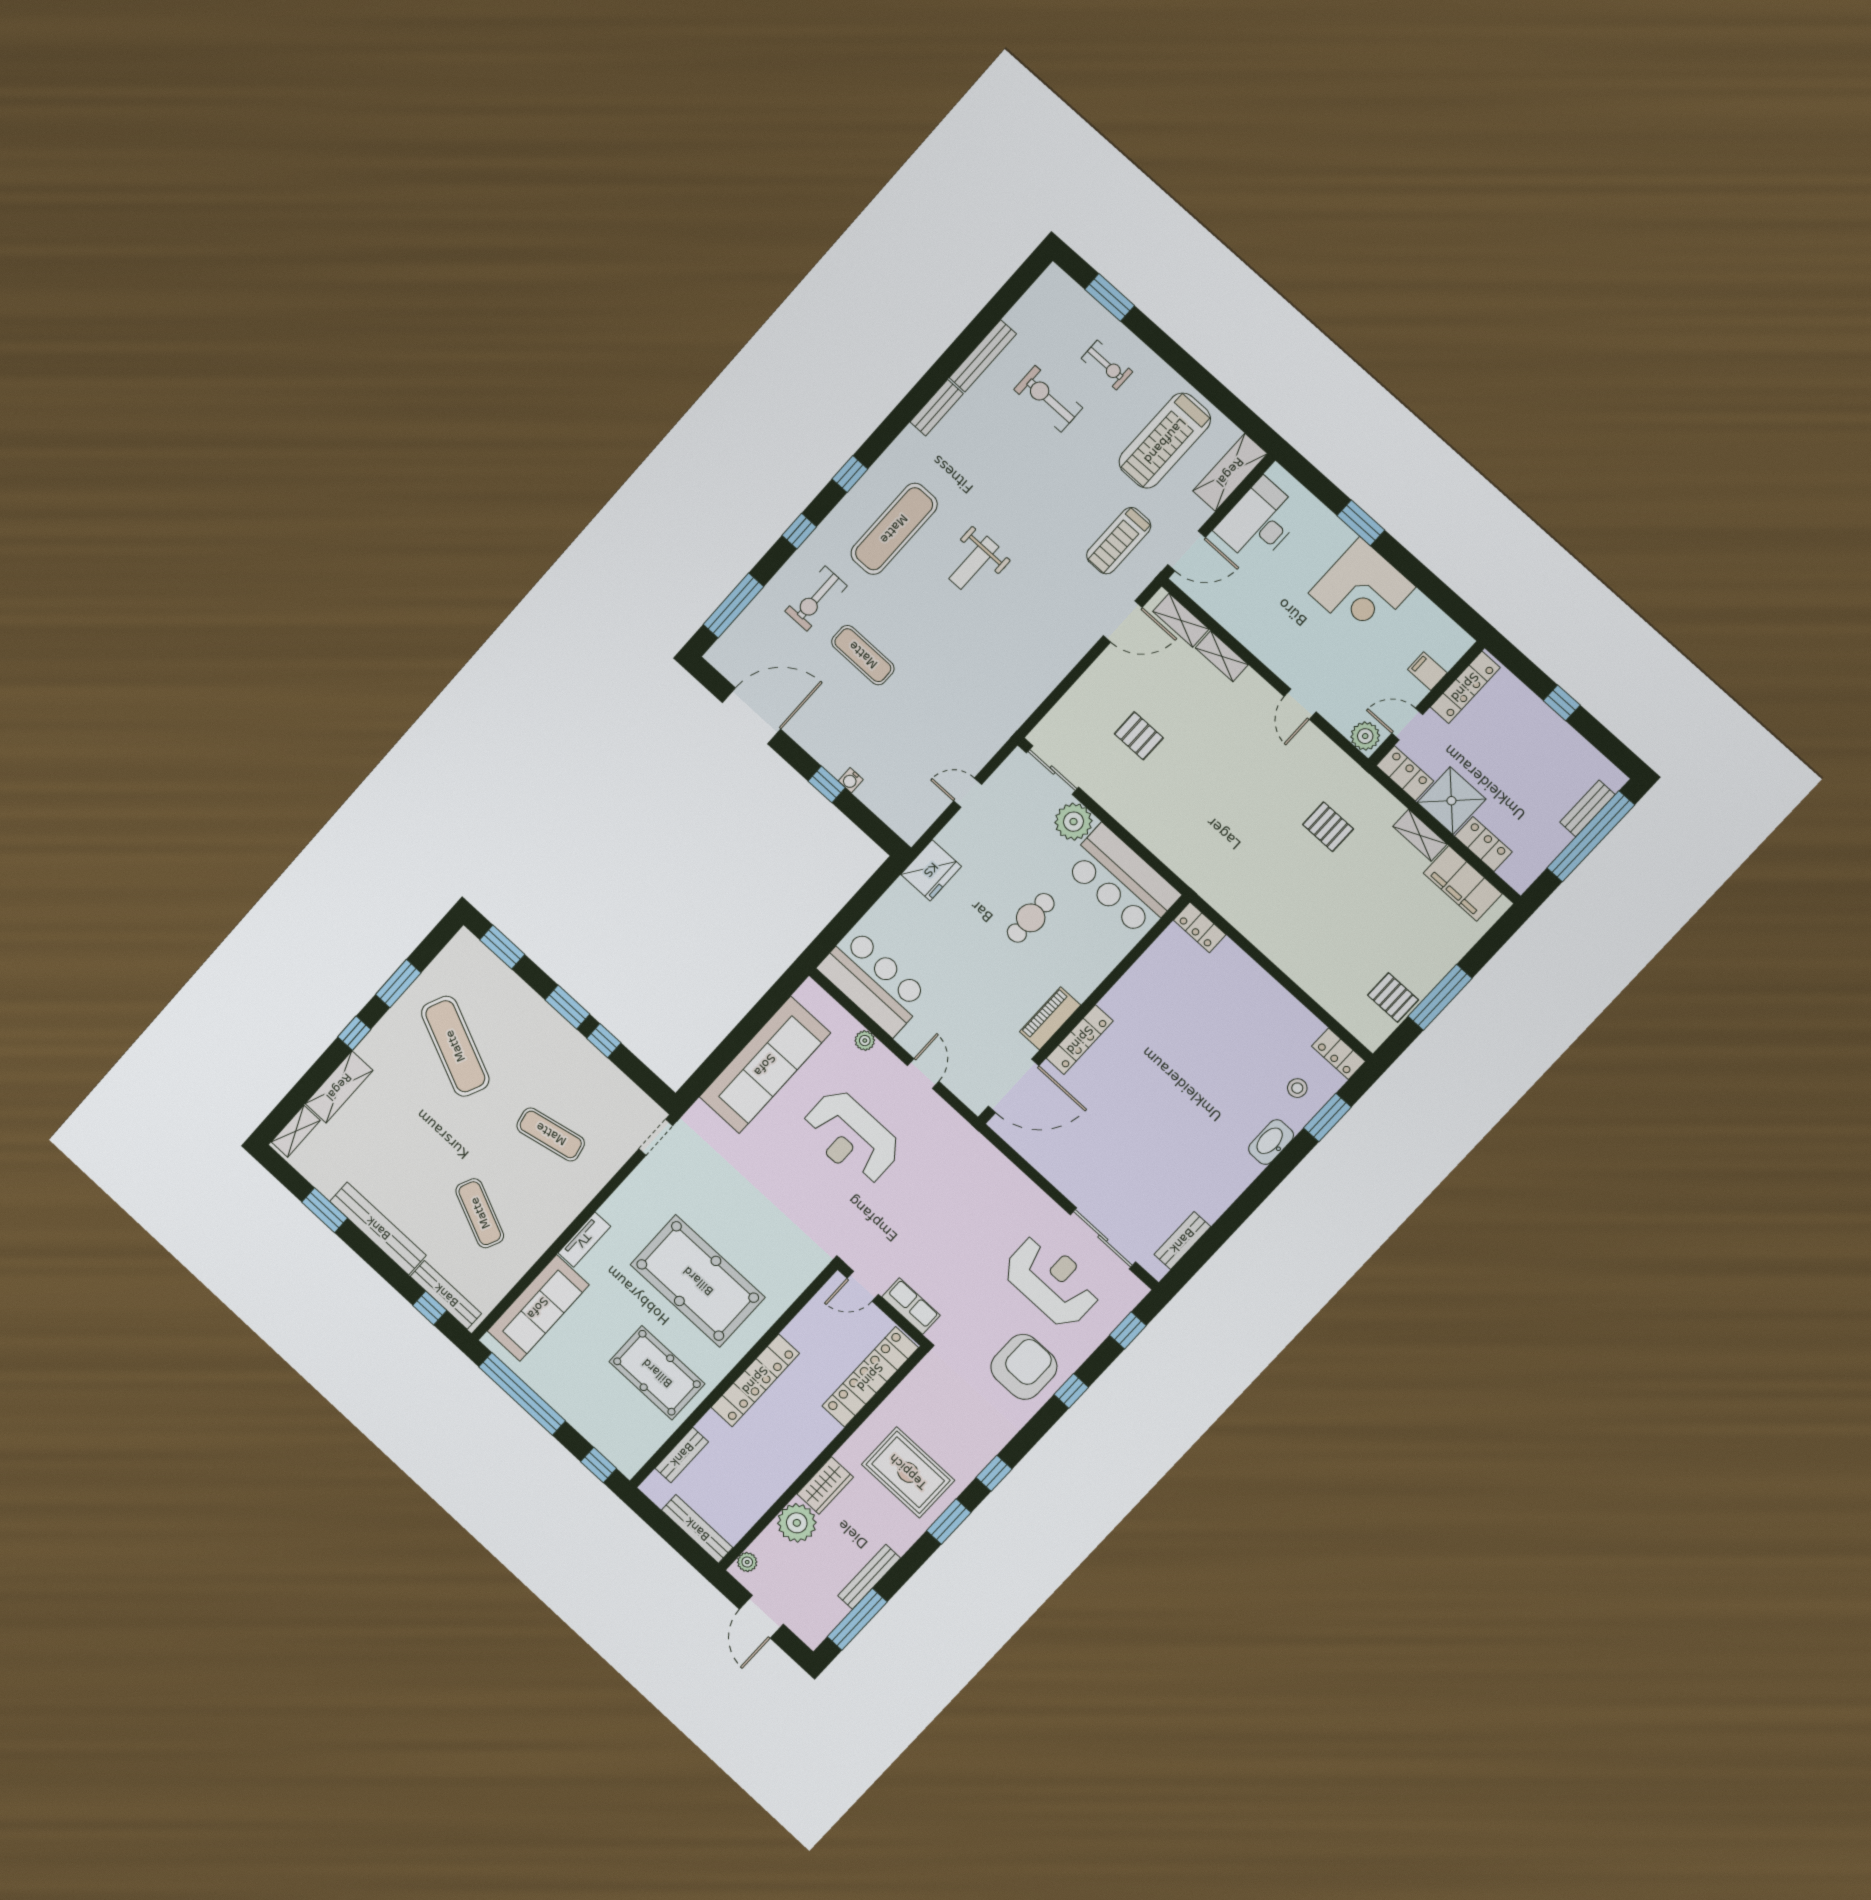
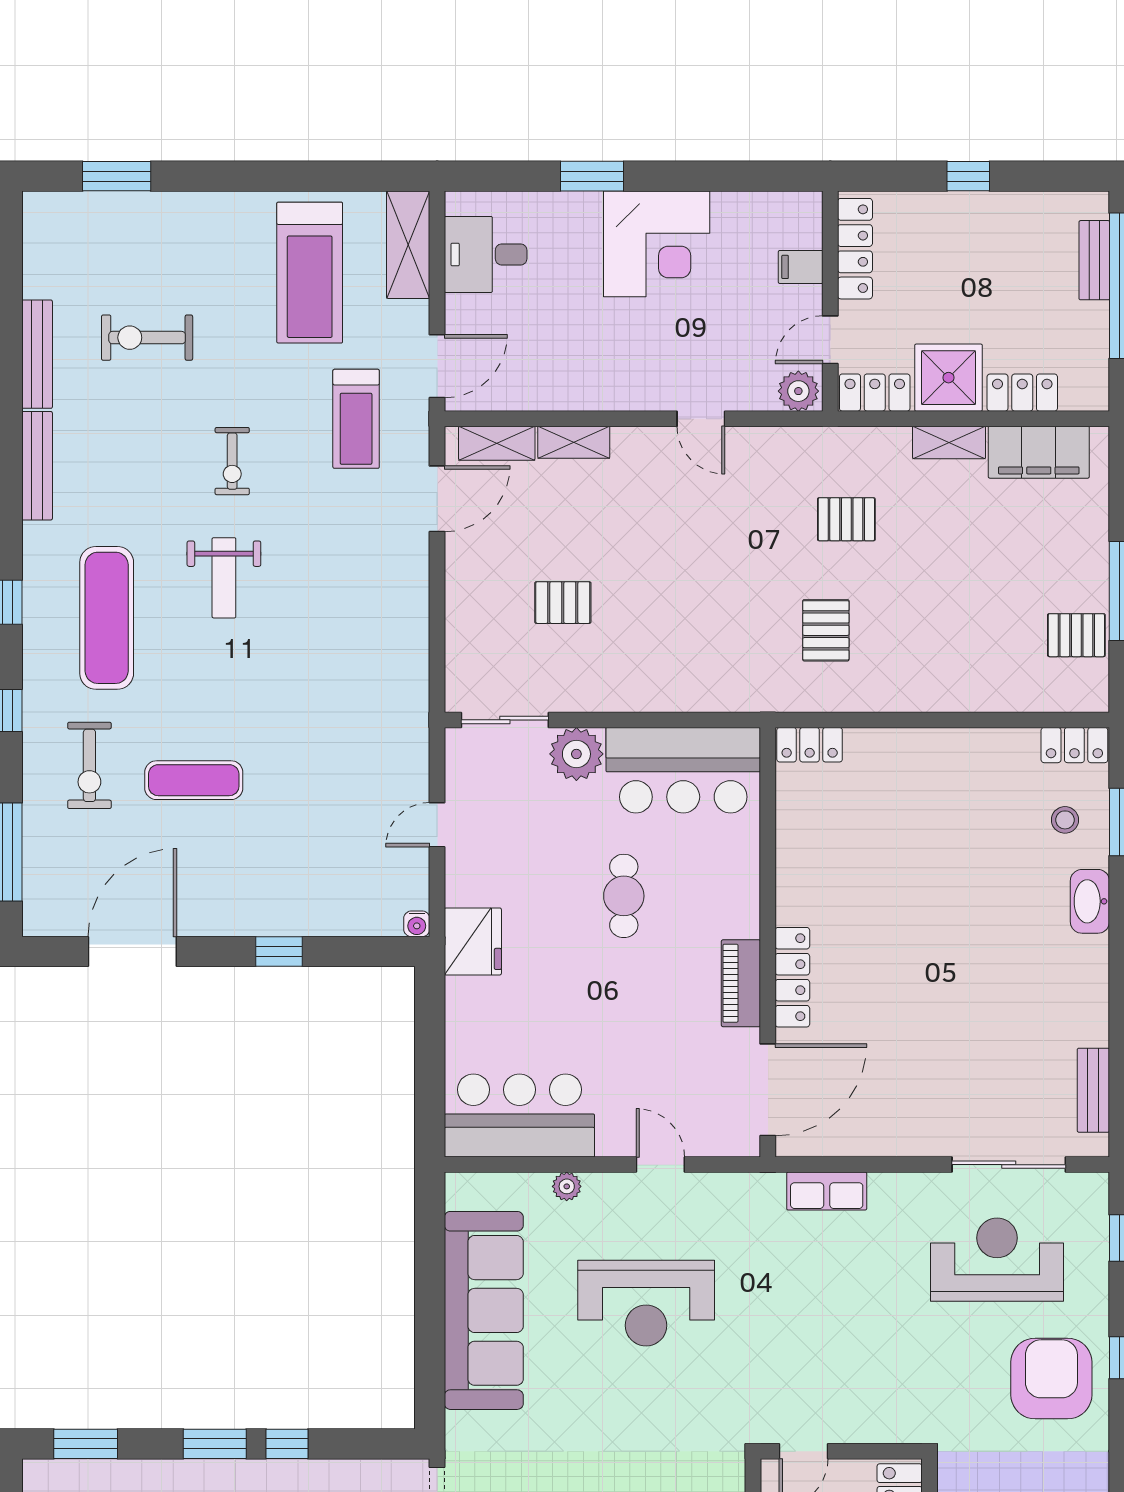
exercise bike: (1107, 365) -> (232, 461), moved, turned 90
bench: (937, 408) -> (37, 466), width x1.36
desk: (1259, 522) -> (486, 254), width x0.73
water cooler: (851, 780) -> (417, 924), moved
pallet: (1263, 875) -> (826, 630), added
row of seats: (911, 1306) -> (827, 1191), moved, turned 180

